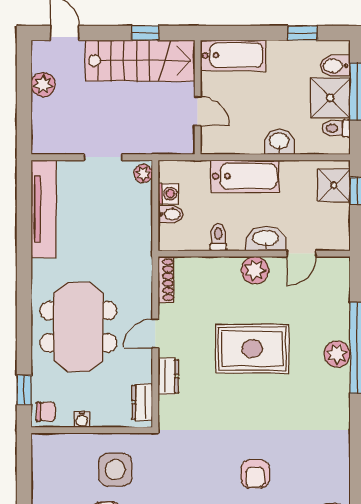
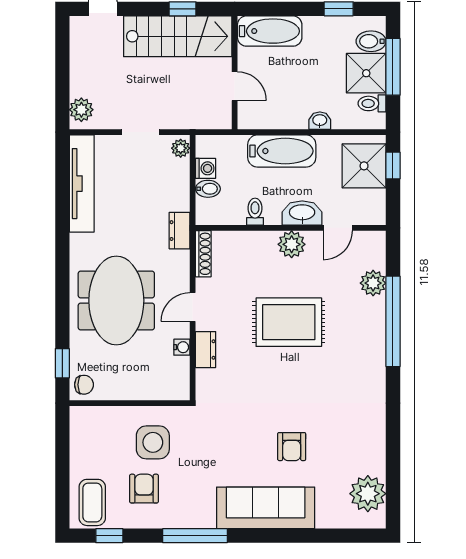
plant: (43, 85) -> (81, 110), moved
washbasin: (279, 142) -> (320, 121), width x0.72, depth x0.69
shower: (334, 185) -> (364, 166), width x1.36, depth x1.36
plant: (337, 354) -> (373, 283), moved
dresser: (142, 402) -> (180, 231), moved
water cooler: (82, 419) -> (182, 347), moved, turned -90

